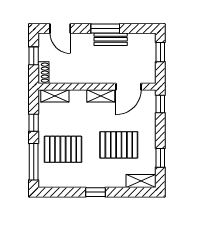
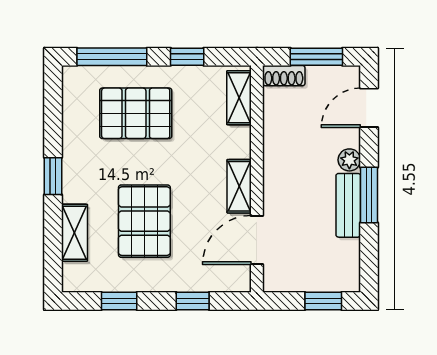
plant: (87, 39) -> (349, 160), added
window: (34, 56) -> (316, 57), width x1.50
door: (129, 87) -> (257, 240), hinge flipped
window: (160, 104) -> (193, 301), moved
pallet: (63, 149) -> (136, 113), turned 90
shelving: (141, 181) -> (74, 233), moved

